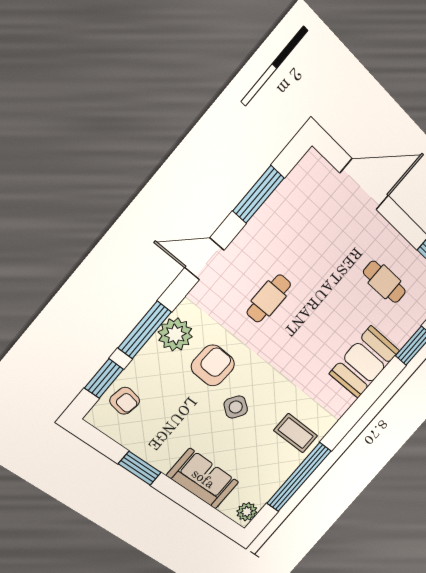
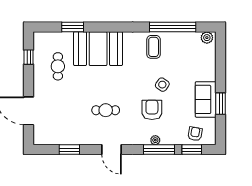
window: (258, 194) -> (69, 150), width x0.69
plant: (175, 334) -> (155, 140), width x0.53, depth x0.53
booth: (364, 362) -> (98, 49), width x1.36, depth x1.42
armchair: (213, 365) -> (152, 110), turned 88
sofa: (203, 479) -> (206, 99), moved

